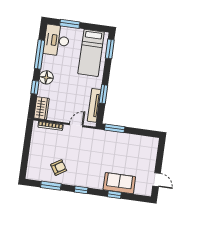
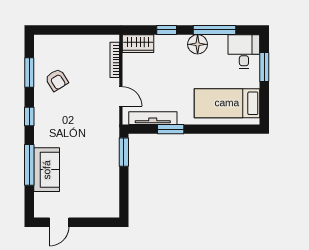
desk: (57, 40) -> (244, 52), width x0.73
window: (110, 49) -> (236, 129), removed
floor lamp: (46, 77) -> (198, 44), moved
window: (114, 195) -> (29, 165), width x2.17

